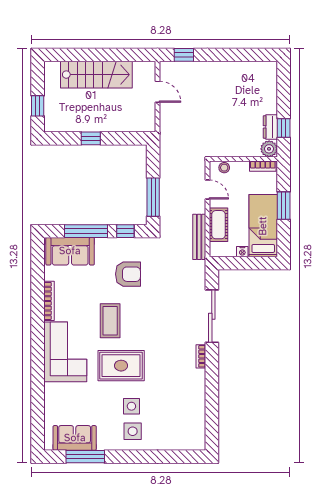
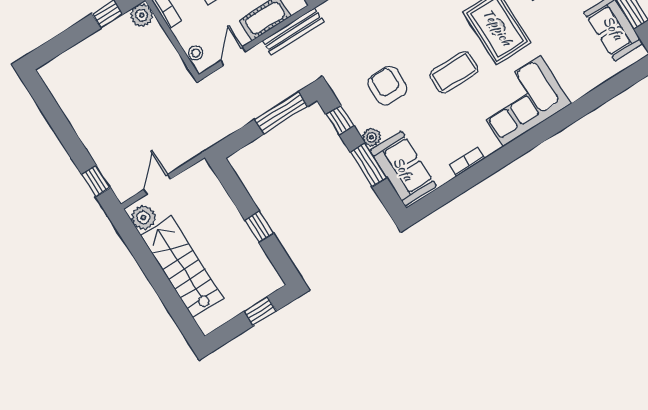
plant: (142, 70) -> (143, 217), added
dresser: (270, 127) -> (116, 30), removed
window: (86, 231) -> (369, 165), width x0.69
plant: (102, 244) -> (372, 137), added
bookcase: (49, 301) -> (467, 162), width x0.64

